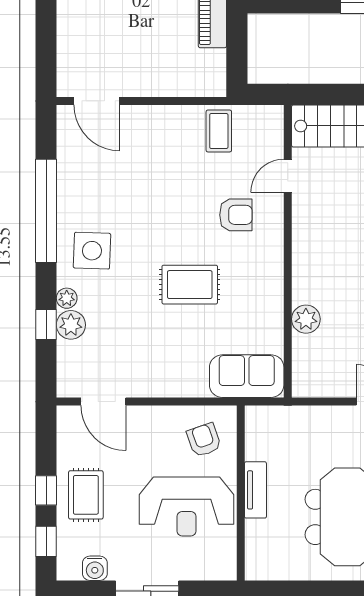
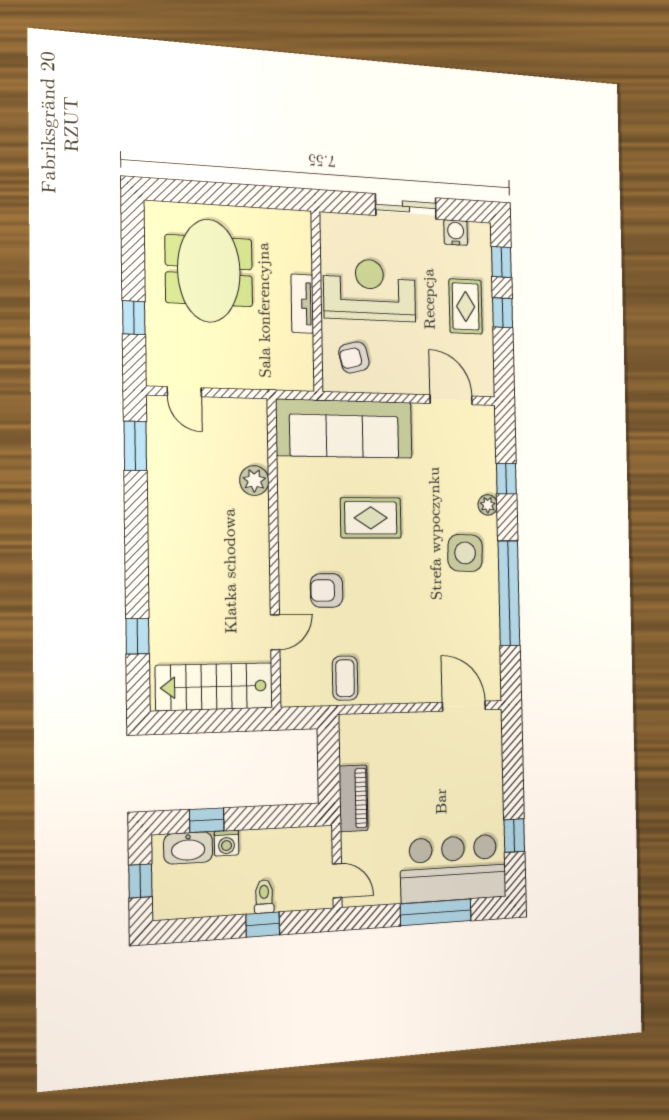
plant: (71, 325) -> (483, 478), removed
sofa: (247, 376) -> (344, 429), width x1.85, depth x1.27
armchair: (204, 440) -> (354, 357), turned 95

